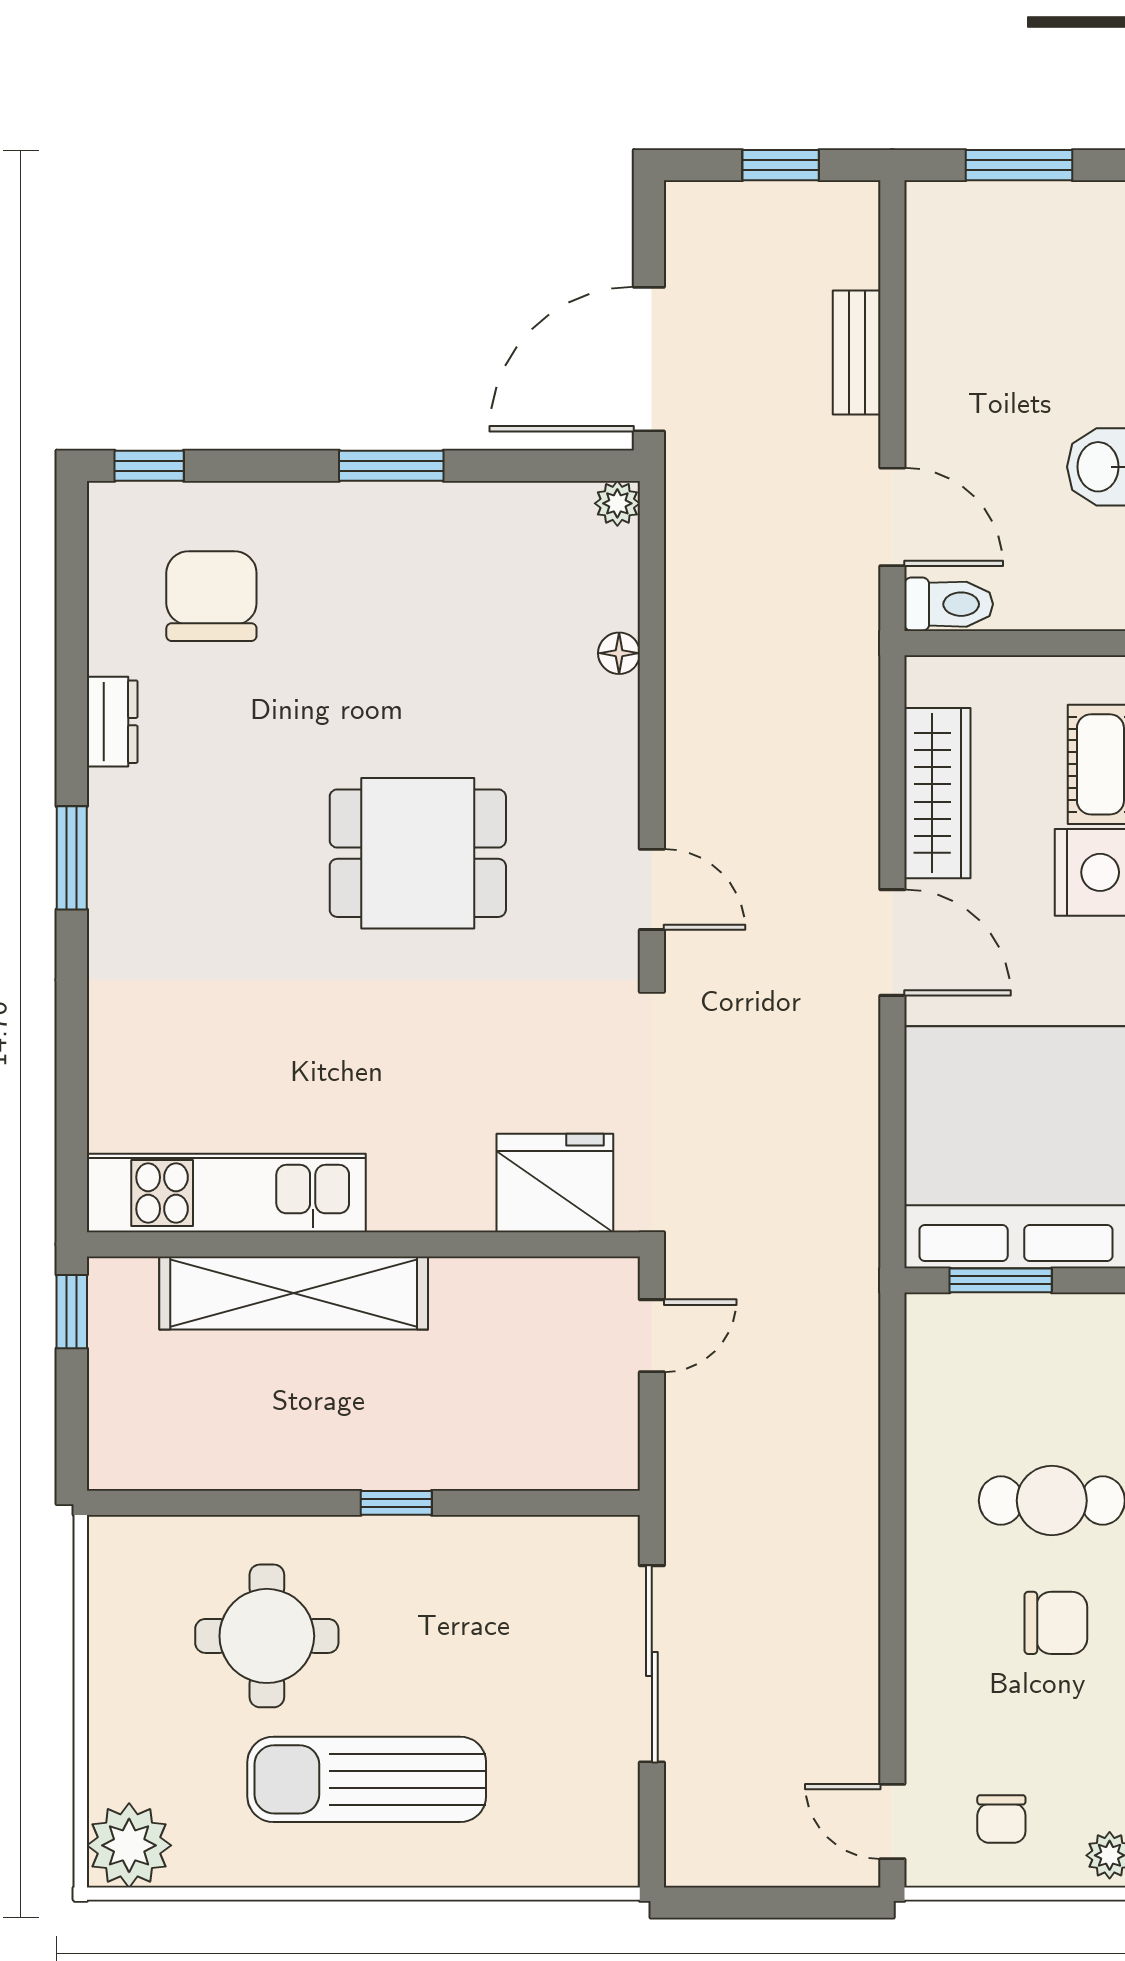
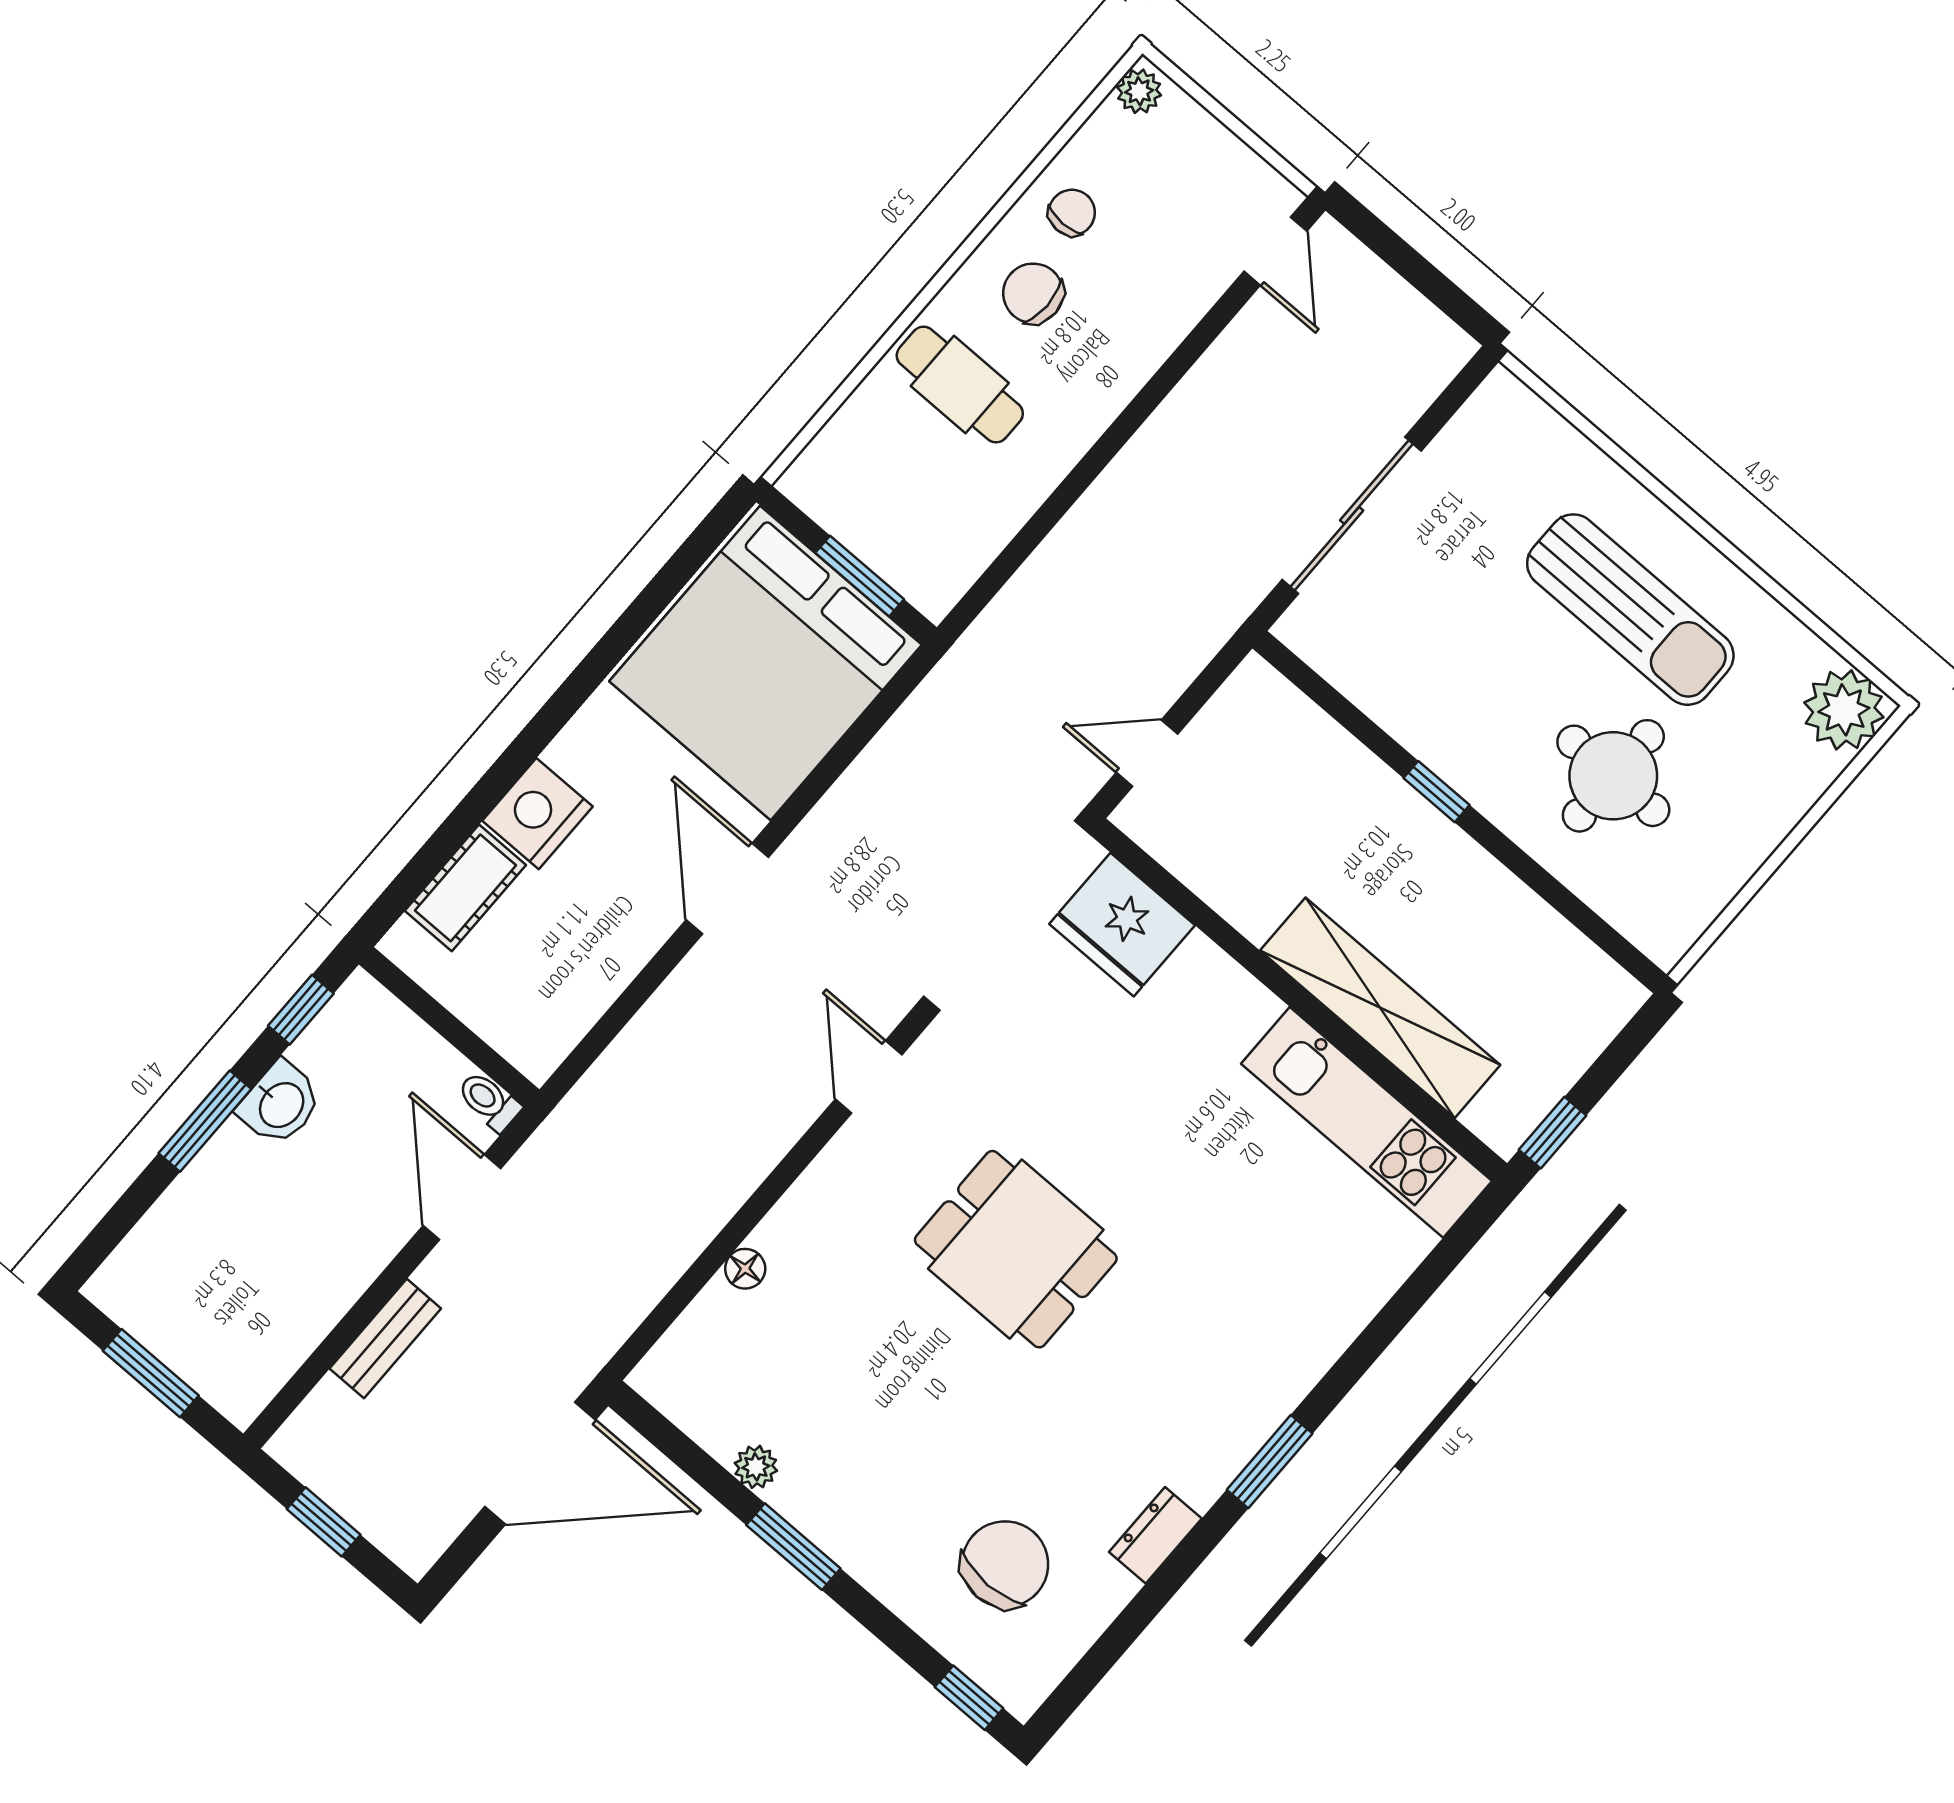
plant: (617, 503) -> (756, 1467), moved
chair: (211, 596) -> (1005, 1564), turned 180
toilet: (949, 604) -> (489, 1101), width x0.73, depth x0.72
wardrobe: (937, 793) -> (602, 969), removed
chair: (1001, 1819) -> (1072, 213), moved

